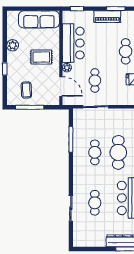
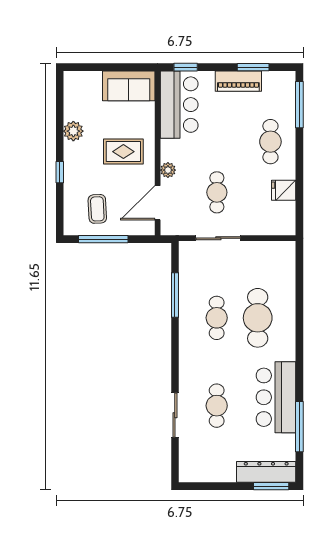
sofa: (39, 19) -> (129, 86), width x0.73
bar counter: (73, 43) -> (179, 105), moved
door: (61, 86) -> (158, 203), swing flipped

